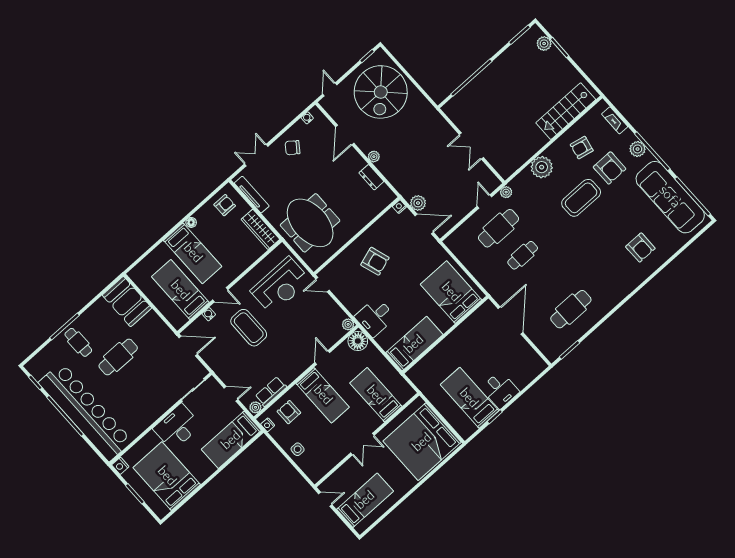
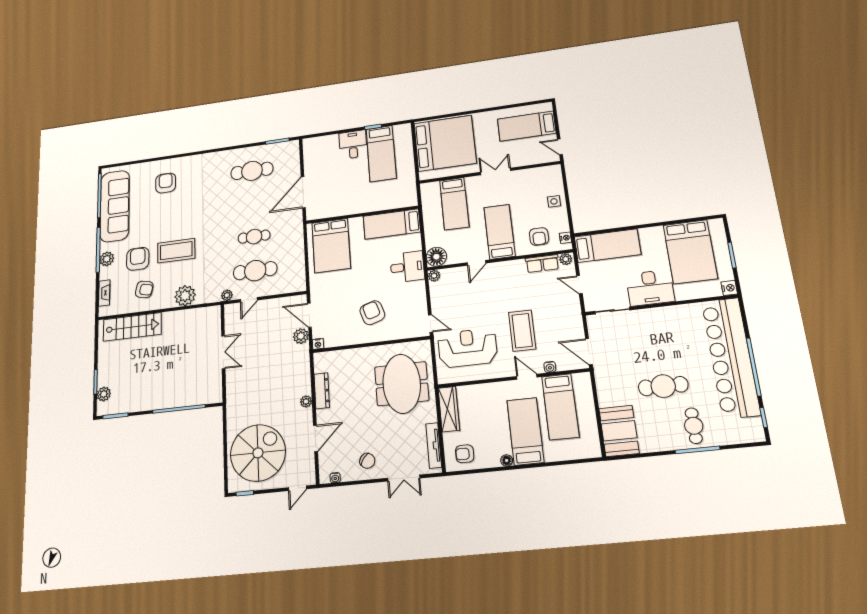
dresser: (371, 177) -> (322, 391), width x1.44

